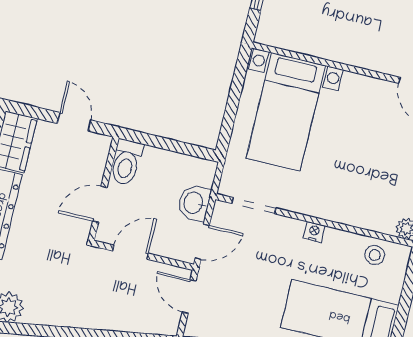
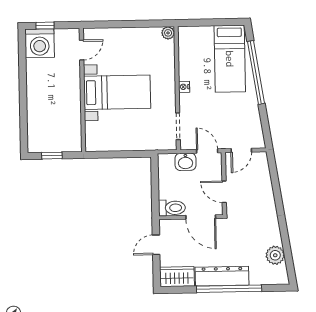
bed with nightstands: (286, 112) -> (117, 92), moved
door: (100, 204) -> (201, 217), width x1.38
stool: (375, 255) -> (188, 48), removed

